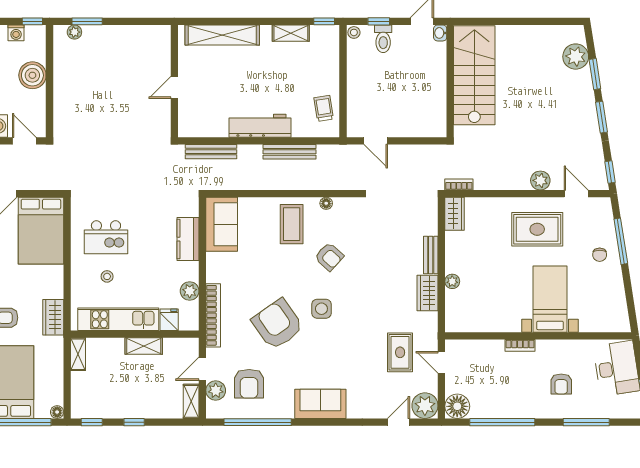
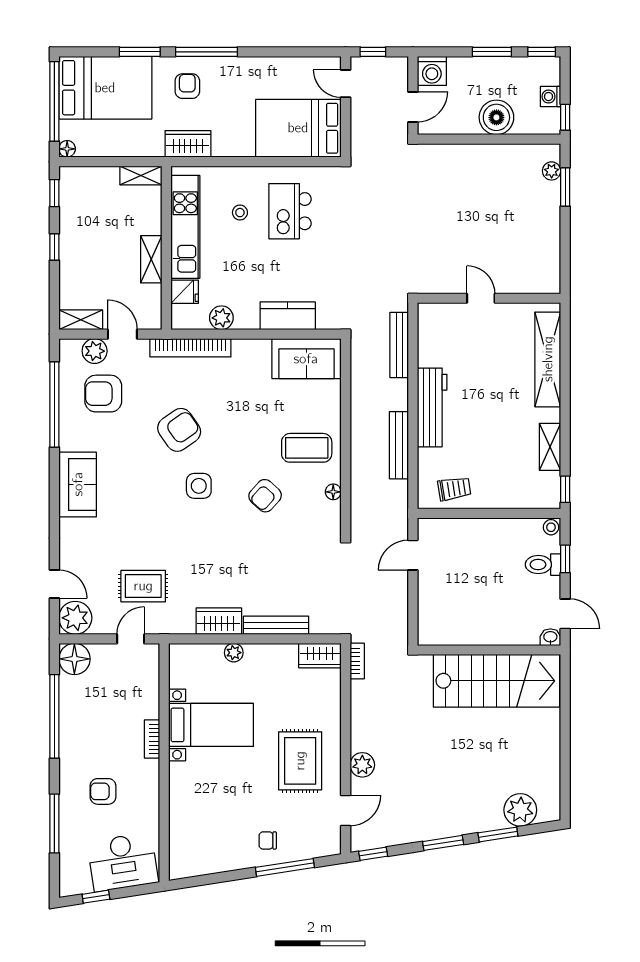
bench: (431, 255) -> (276, 625), width x1.36
bed with nightstands: (550, 299) -> (211, 725), moved
armchair: (278, 324) -> (179, 430), width x0.73, depth x0.73

